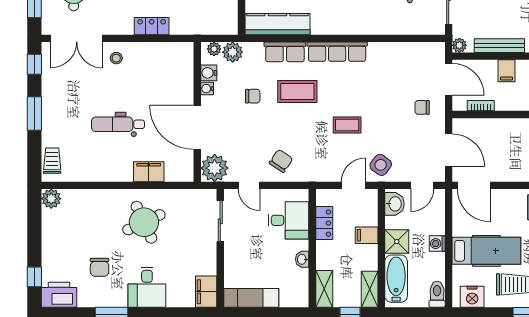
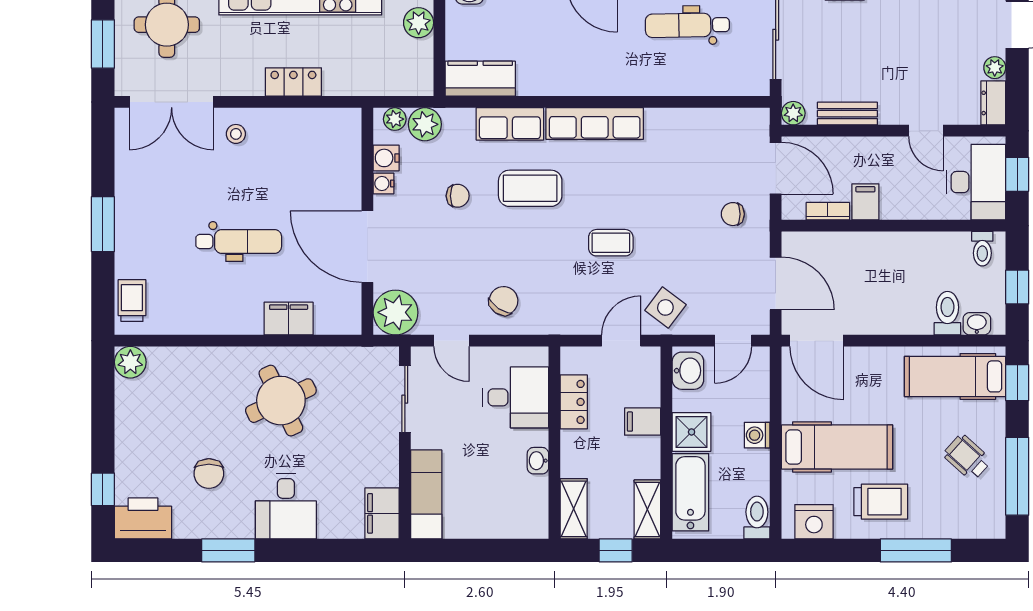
kitchen counter: (277, 24) -> (480, 79), width x0.67
bench: (499, 46) -> (847, 114), width x0.73
window: (34, 64) -> (103, 144), removed
filing cabinet: (506, 71) -> (865, 202), moved, turned 180
dental chair: (118, 124) -> (239, 241), turned 180
exam couch: (251, 298) -> (426, 494), moved, turned 90

